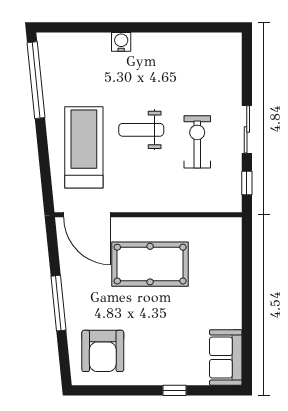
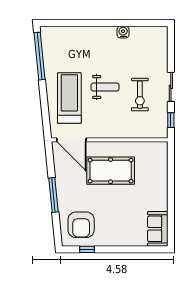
water cooler: (121, 42) -> (123, 32), moved
weight bench: (141, 130) -> (105, 87), turned 180
exercise bike: (197, 142) -> (140, 95), turned 180
window: (174, 390) -> (87, 249), moved

